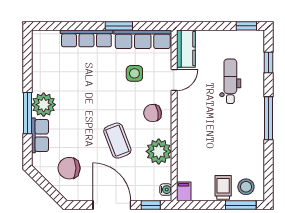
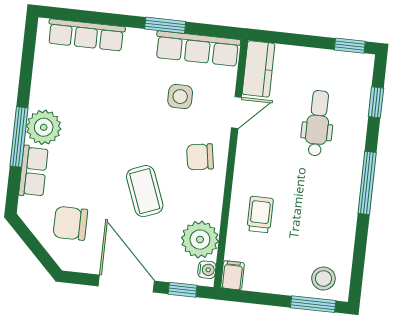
row of seats: (86, 38) -> (86, 35), moved
plant: (159, 151) -> (200, 240), moved
trolley: (223, 187) -> (260, 215), moved

